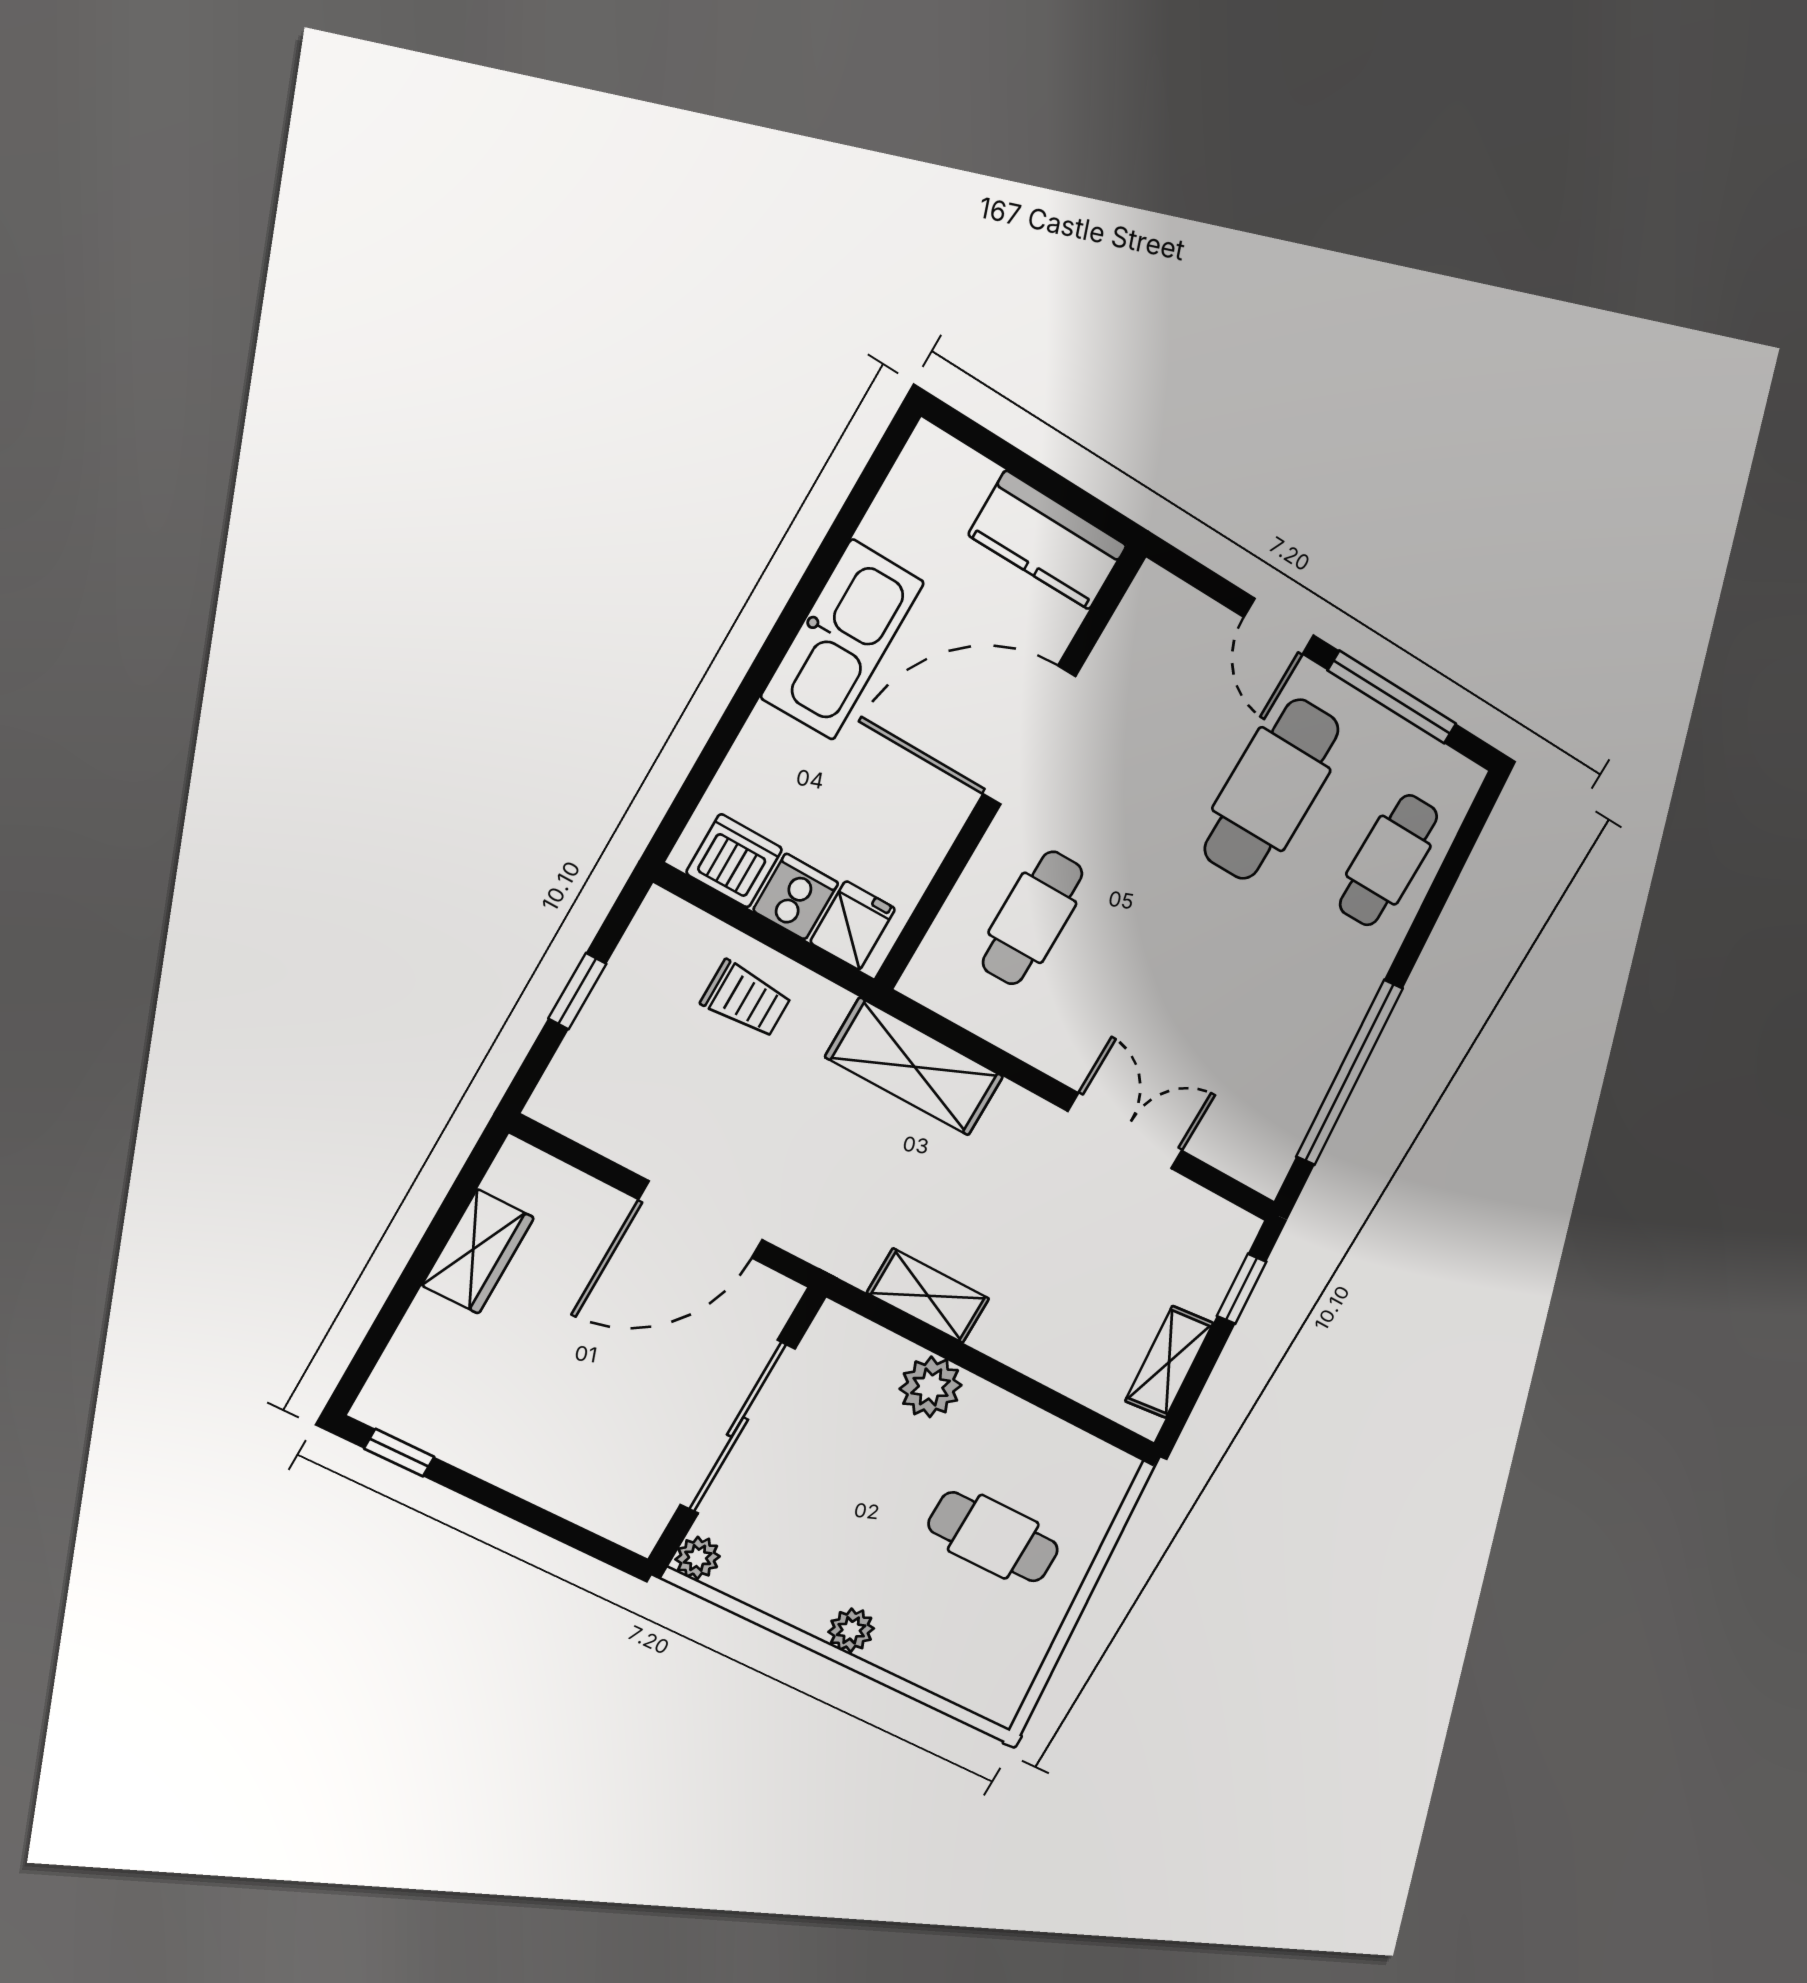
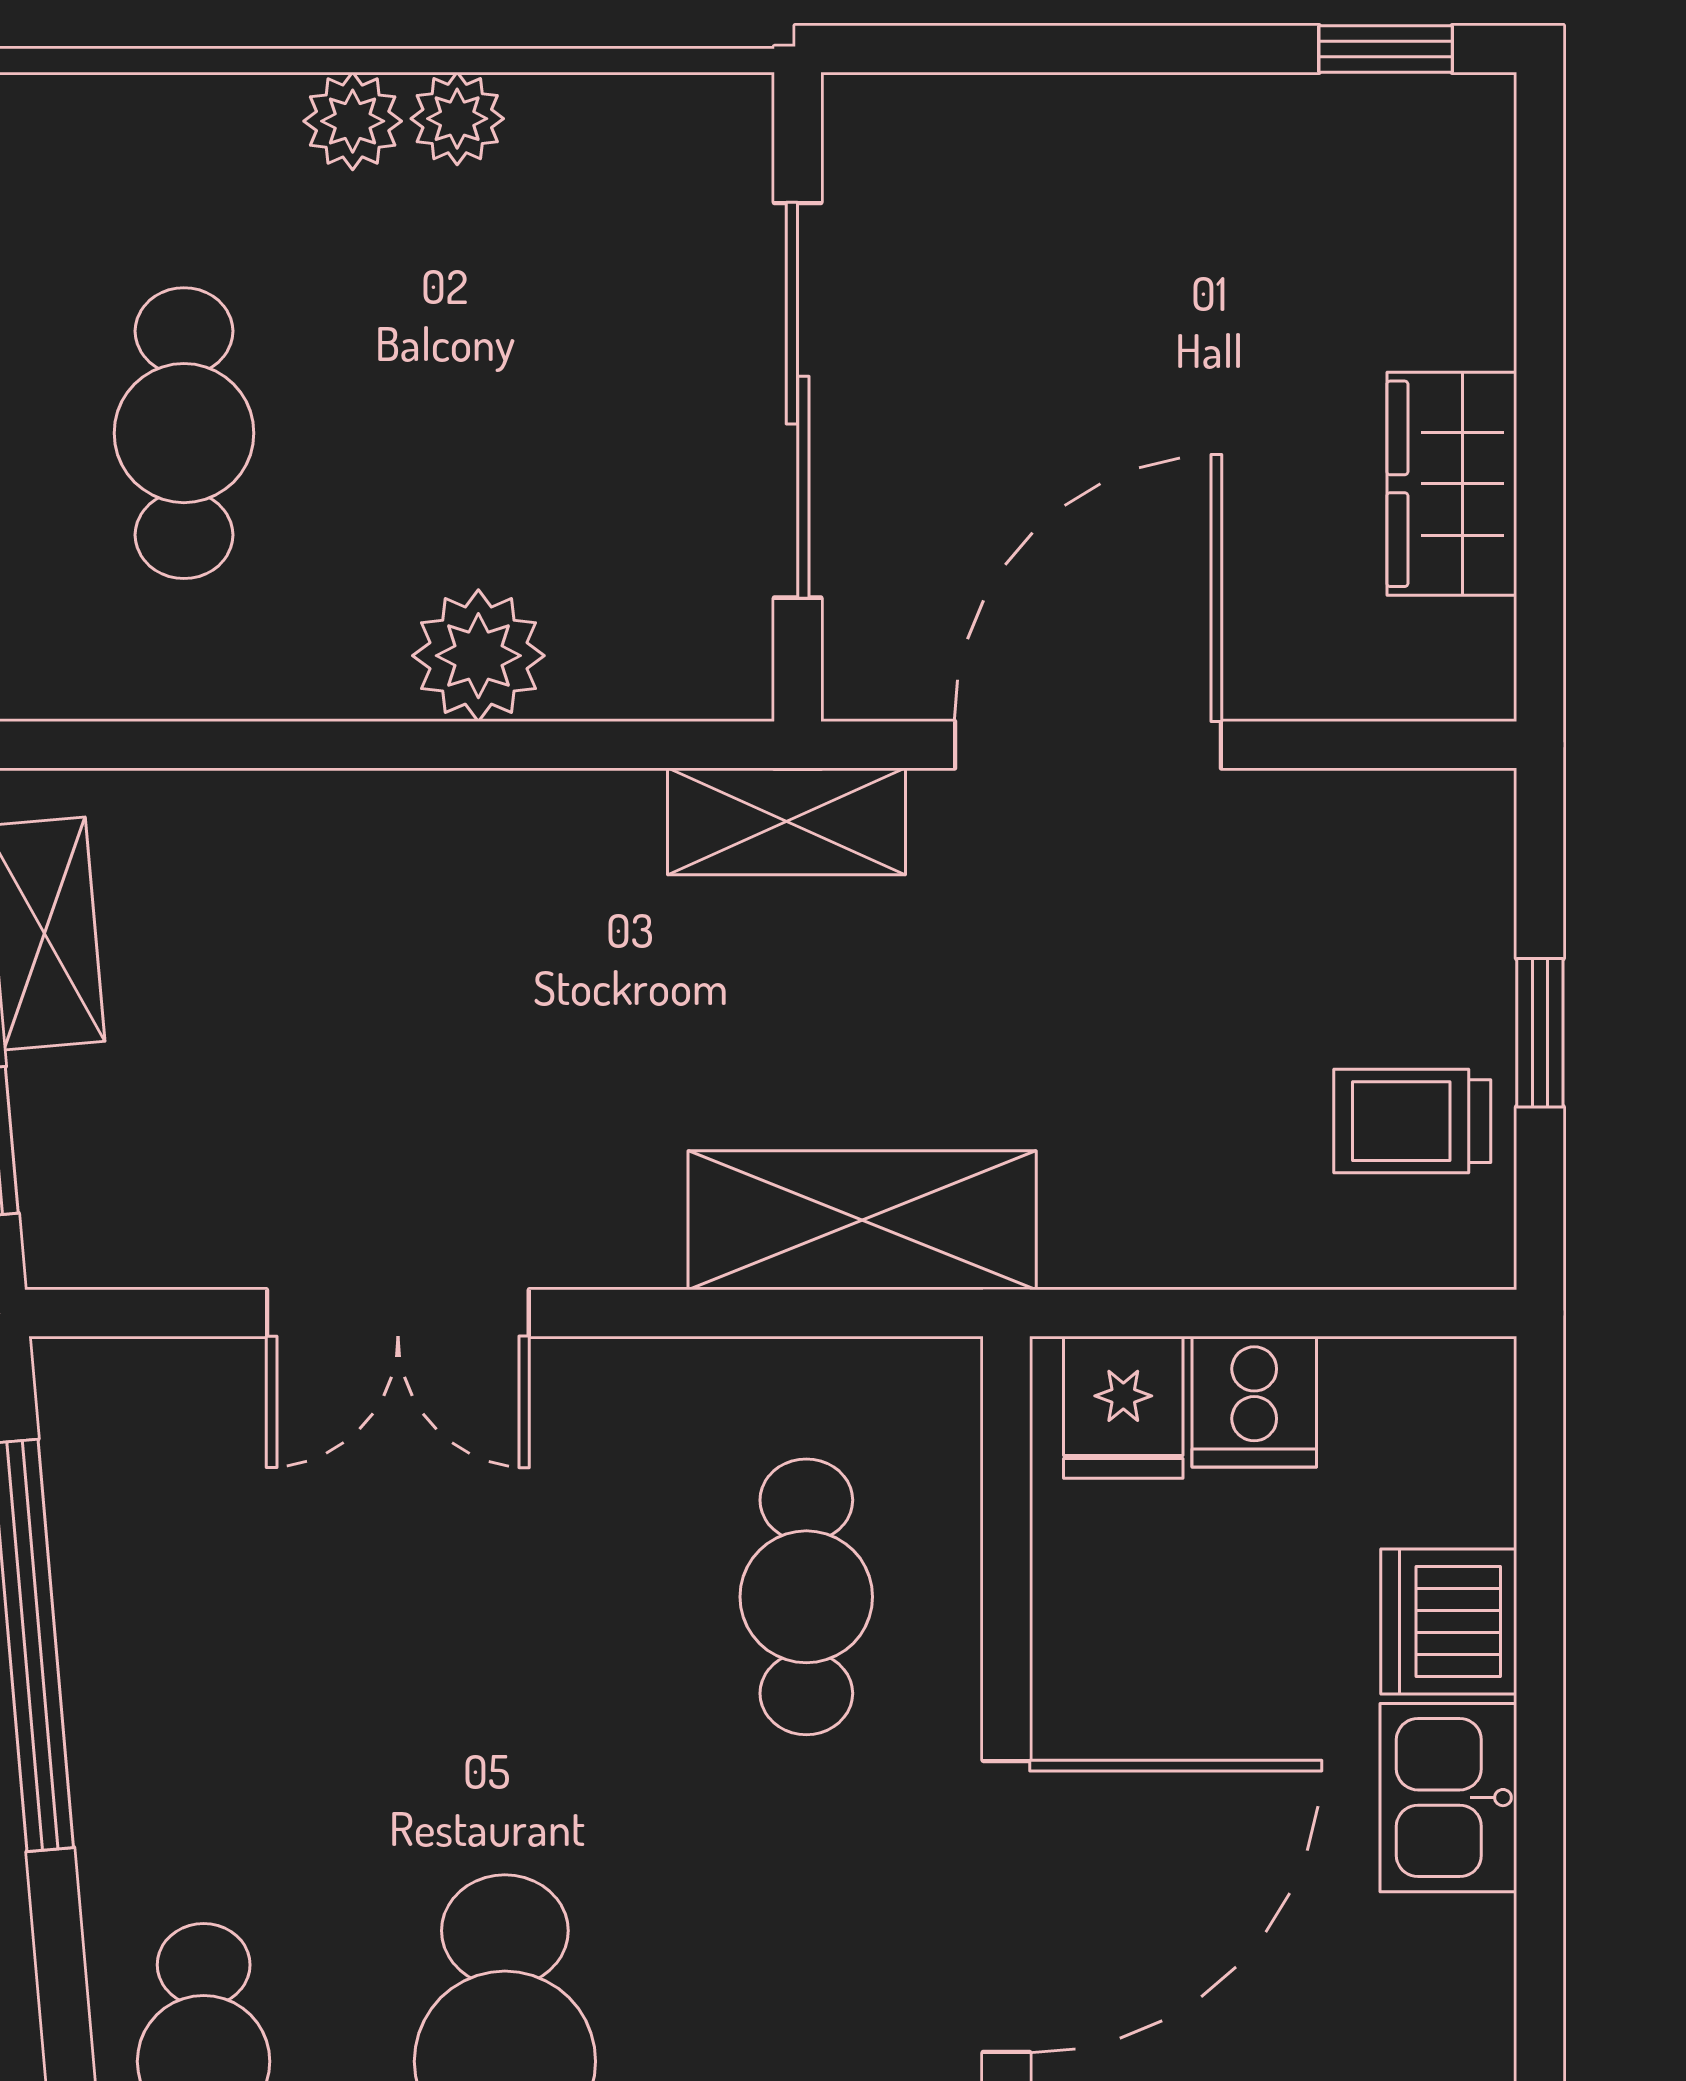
kitchen sink: (842, 640) -> (1448, 1798), width x0.53, depth x0.81
dishwasher: (734, 861) -> (1449, 1621), moved, turned 90
trolley: (746, 999) -> (1412, 1121), moved
shelving: (928, 1296) -> (787, 821), moved
cafe table: (993, 1537) -> (184, 433), turned 90
plant: (698, 1558) -> (457, 119), moved

